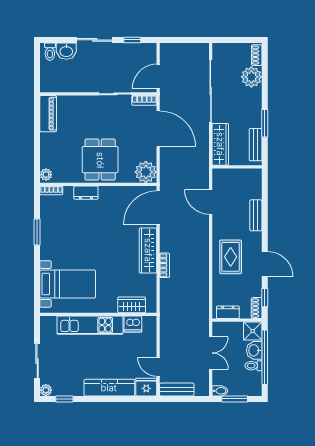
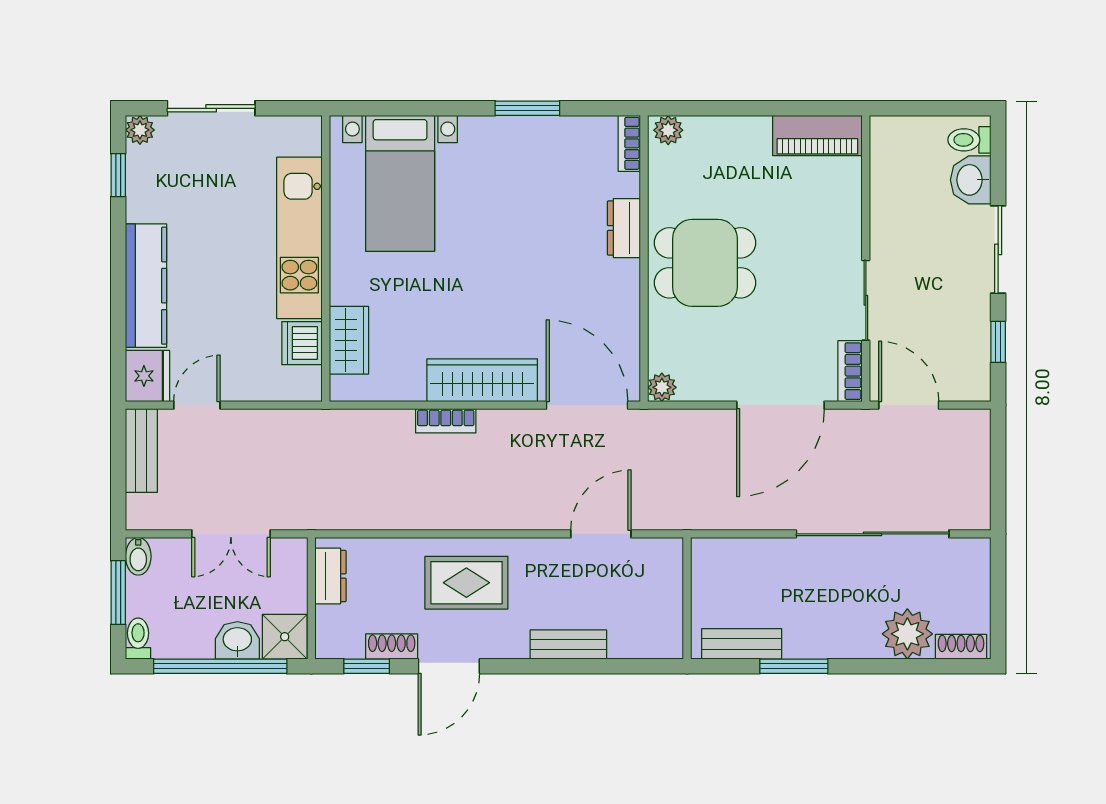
wardrobe: (220, 144) -> (742, 557), removed
plant: (146, 172) -> (662, 387), width x0.53, depth x0.53
shoe rack: (257, 308) -> (392, 646), moved
toilet: (253, 366) -> (138, 639), moved

